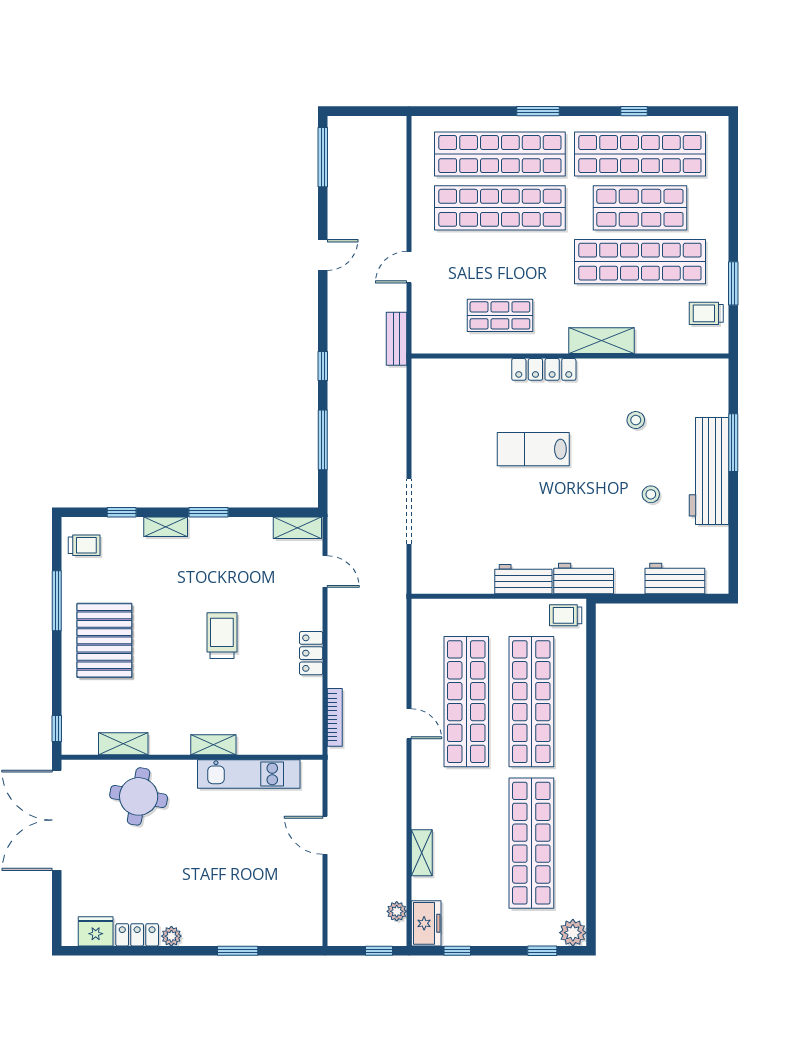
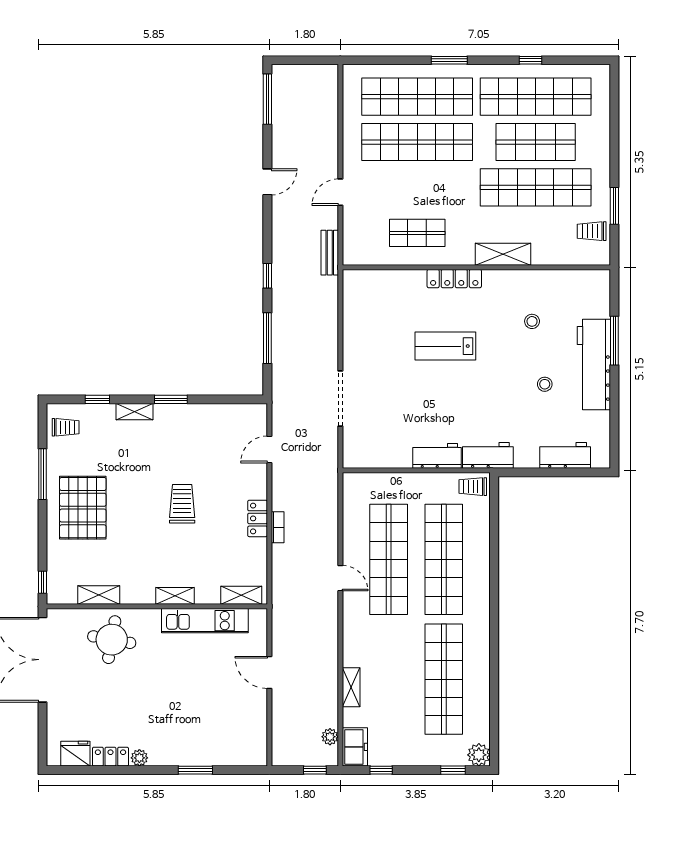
shelving: (297, 528) -> (241, 595), moved
door: (325, 572) -> (269, 449), swing flipped
bookcase: (335, 717) -> (278, 527), moved, width x0.64

